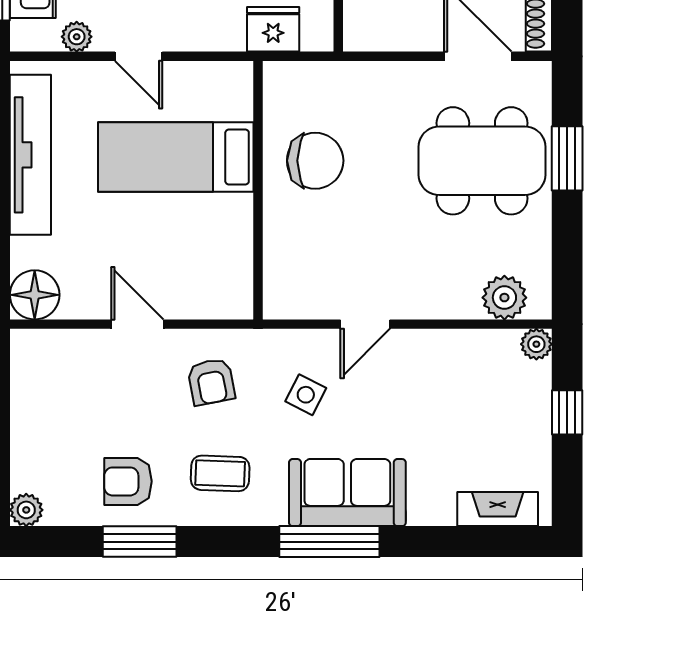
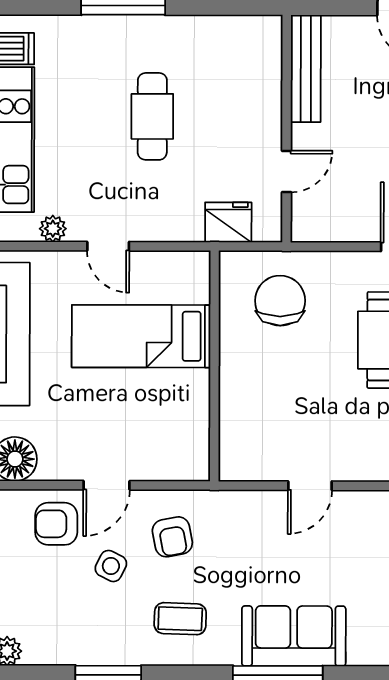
chair: (315, 161) -> (280, 301), moved, turned -90
door: (137, 324) -> (107, 485), swing flipped
side table: (306, 395) -> (111, 566), moved
armchair: (128, 481) -> (56, 524), moved

